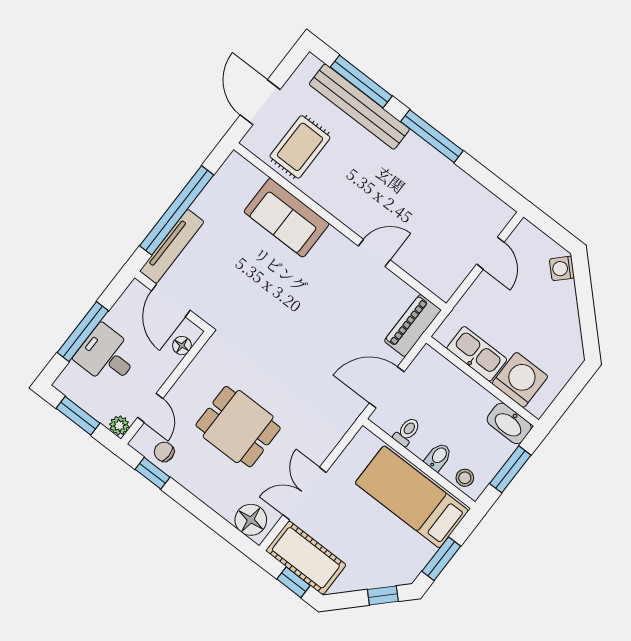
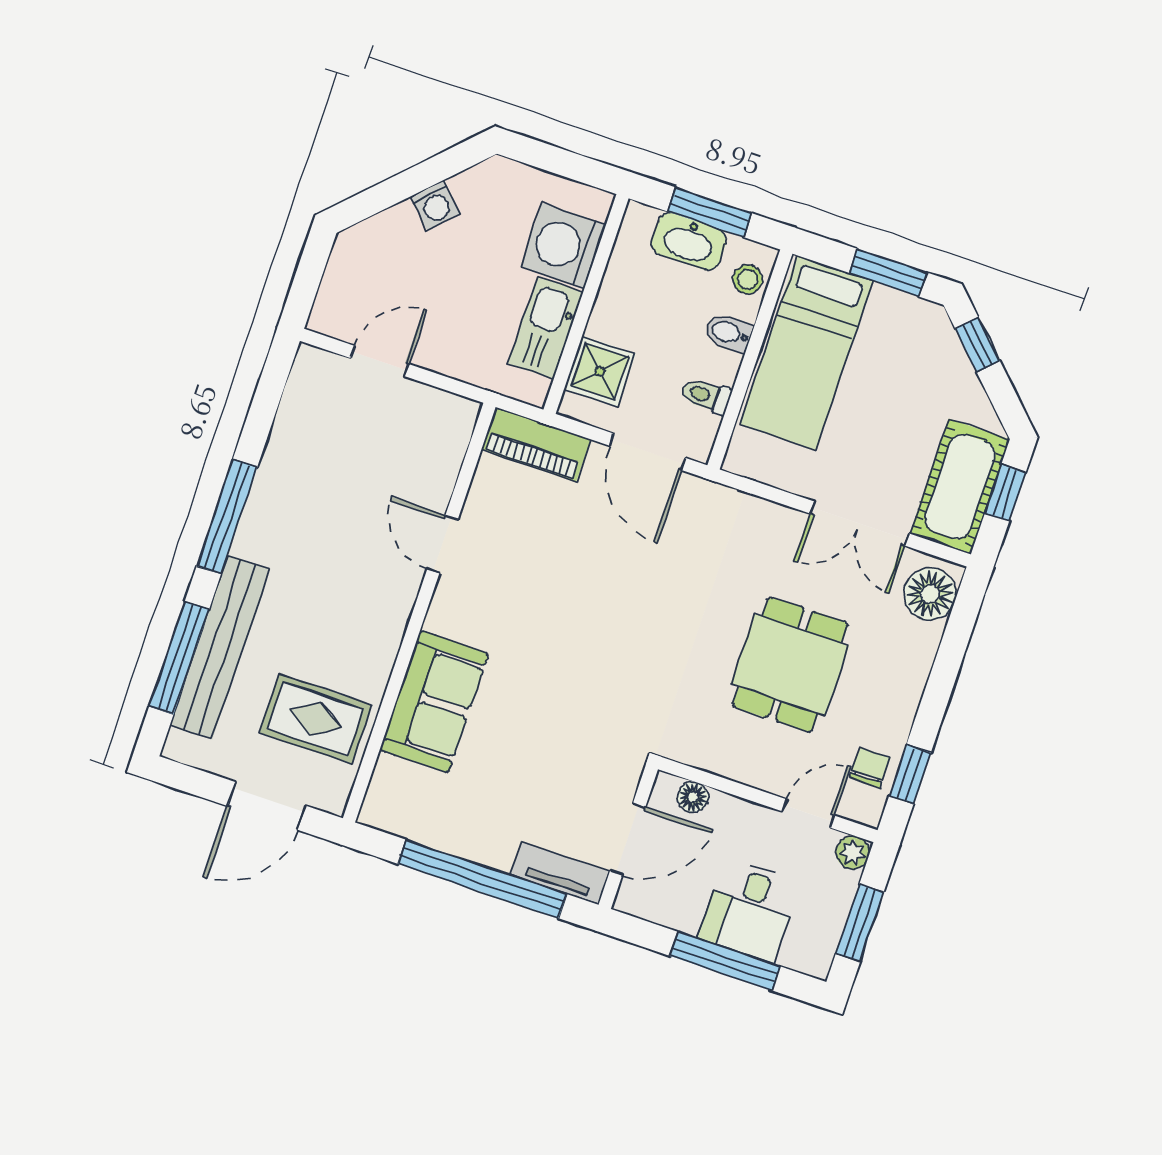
tv unit: (172, 246) -> (560, 873), width x0.71
washing machine: (562, 268) -> (435, 205), moved
shower: (441, 376) -> (600, 371), added
washbasin: (509, 423) -> (689, 242), moved, turned 90
chair: (164, 452) -> (870, 768), turned 180

